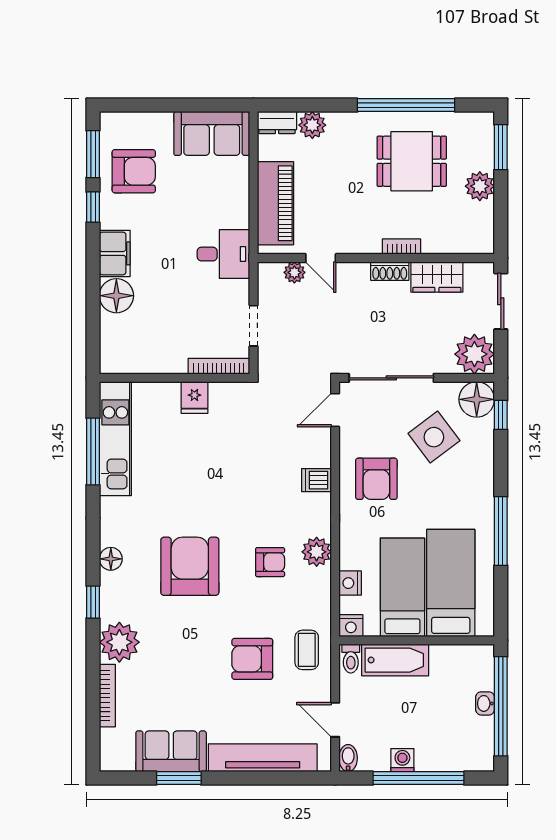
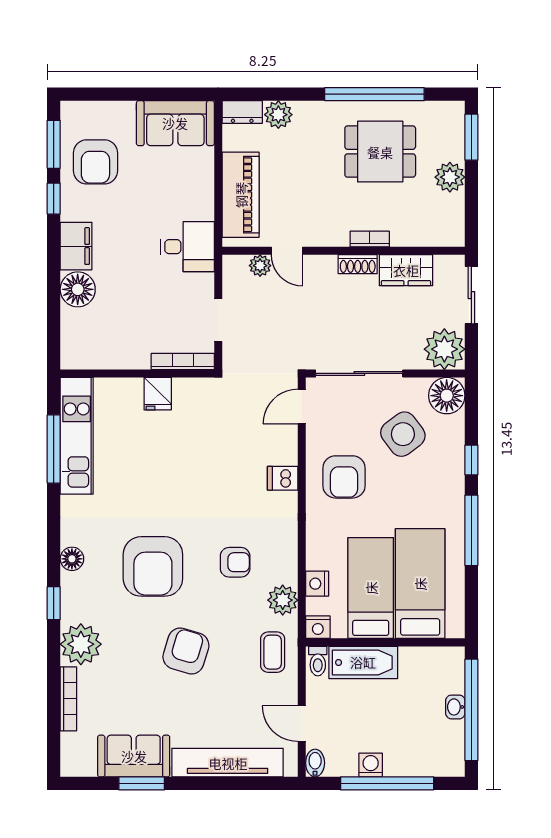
armchair: (134, 171) -> (95, 162), turned 90
window: (501, 415) -> (471, 460), moved
plant: (317, 552) -> (283, 600), moved
armchair: (190, 566) -> (153, 566), turned 180
armchair: (252, 659) -> (186, 651), moved, turned 107

